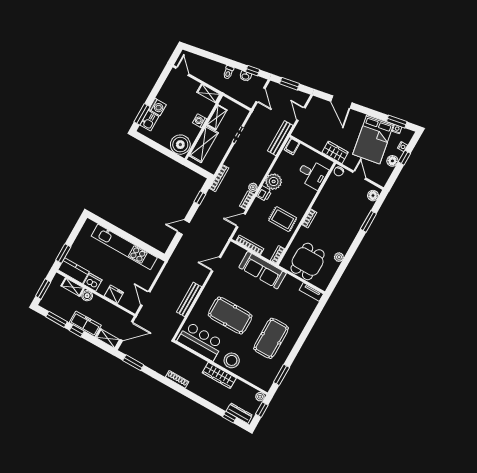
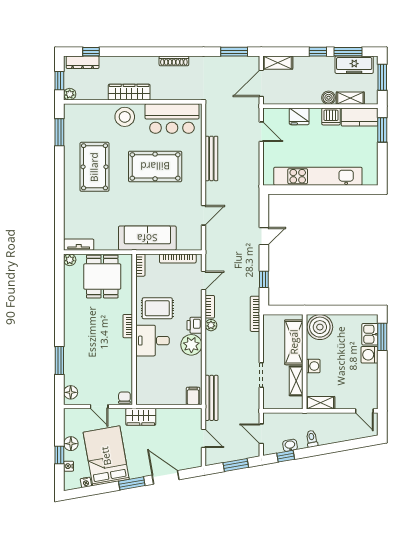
window: (397, 122) -> (132, 483), moved
desk: (312, 174) -> (153, 341), moved
plant: (339, 257) -> (70, 260), moved
freezer: (85, 324) -> (354, 65), moved

